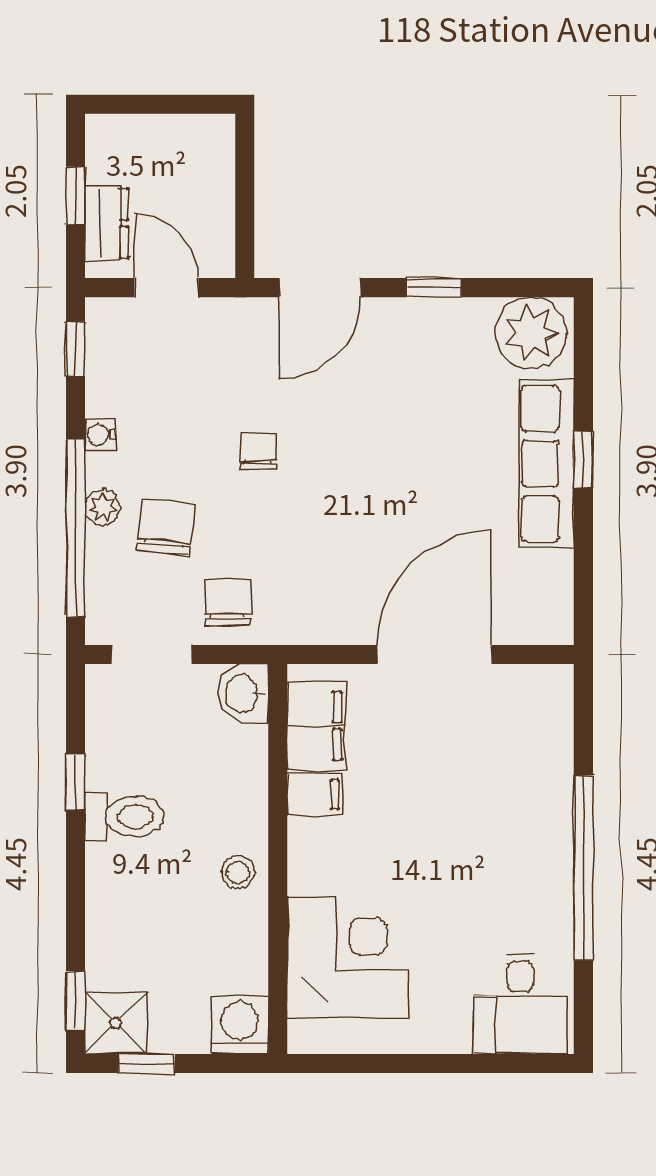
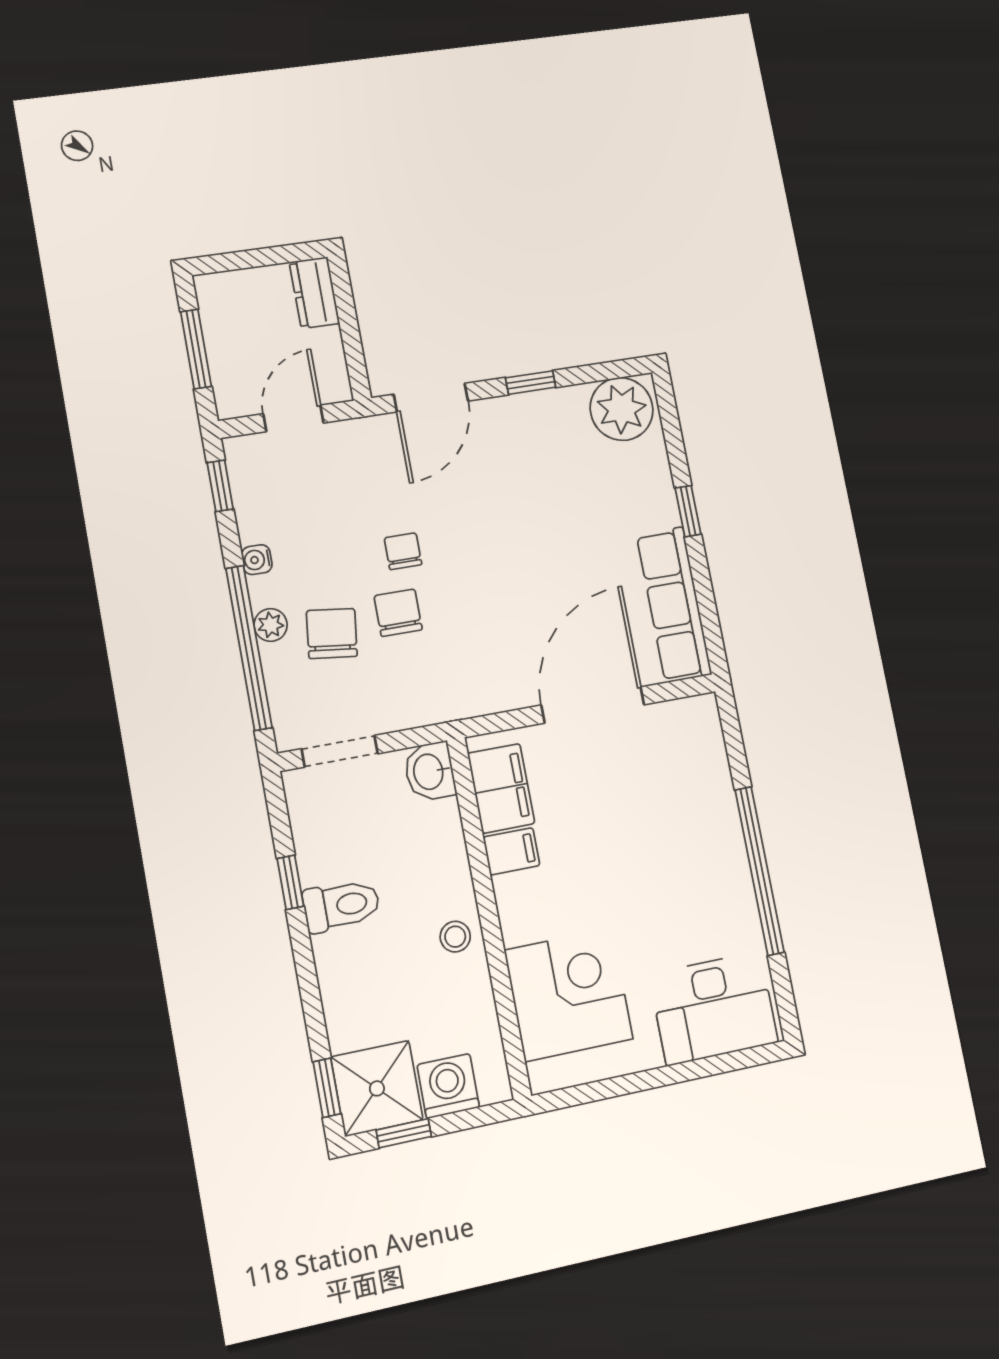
window: (76, 196) -> (196, 349), width x1.50
dresser: (106, 223) -> (314, 293), moved, turned 180
door: (166, 288) -> (293, 418), hinge flipped
row of seats: (547, 464) -> (674, 604), moved
chair: (227, 602) -> (398, 613), moved
desk: (520, 1004) -> (714, 1008), width x1.37
shower: (116, 1023) -> (377, 1088), width x1.36, depth x1.36
washing machine: (240, 1025) -> (448, 1086), moved

